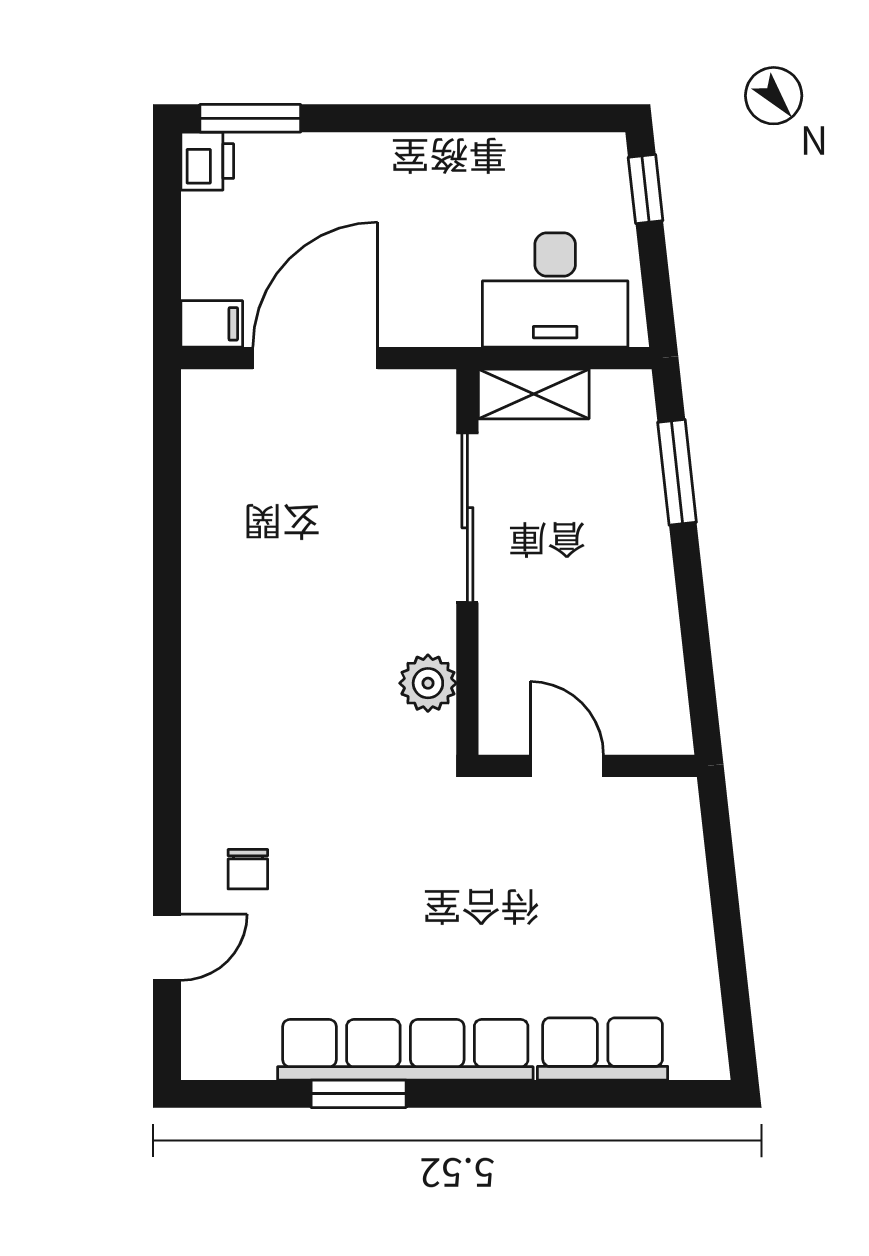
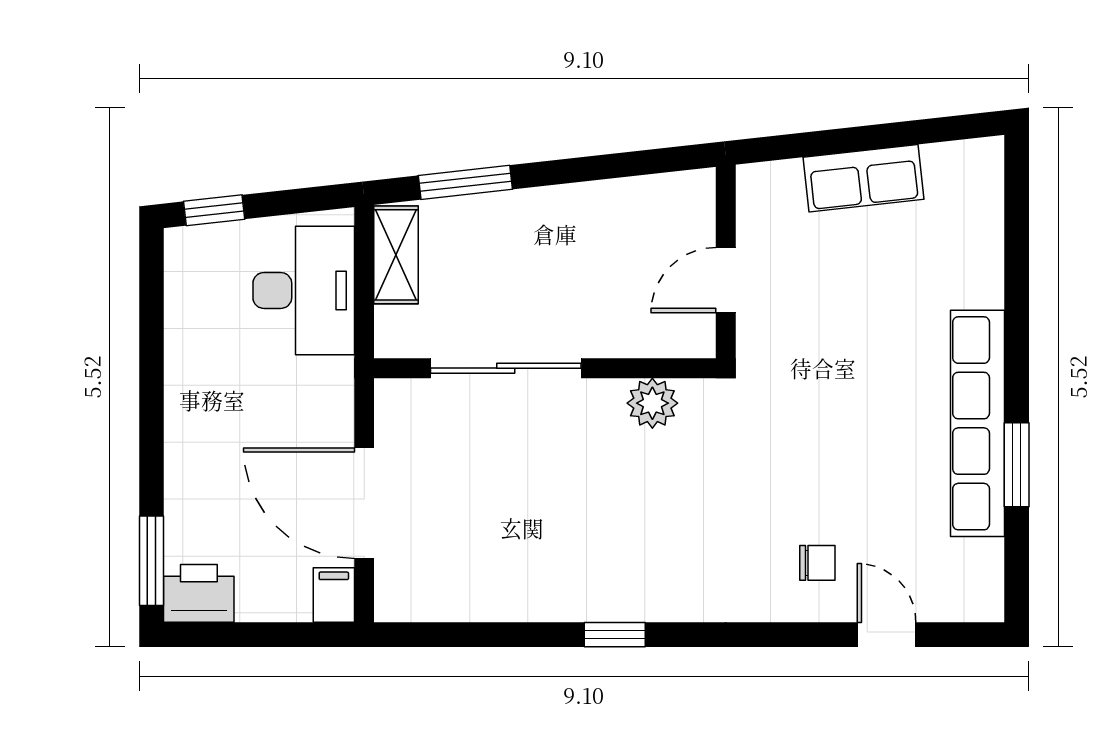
printer: (207, 161) -> (199, 593), width x1.36, depth x1.24
shelving: (534, 394) -> (396, 255), moved
window: (167, 641) -> (615, 635), added
row of seats: (603, 1049) -> (863, 178), moved, turned -96

